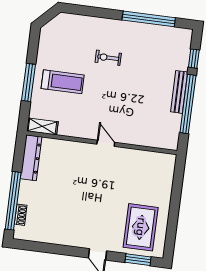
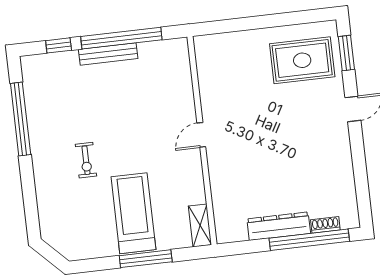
treadmill: (63, 82) -> (133, 213), width x1.37, depth x1.38
dresser: (31, 158) -> (279, 226), moved

